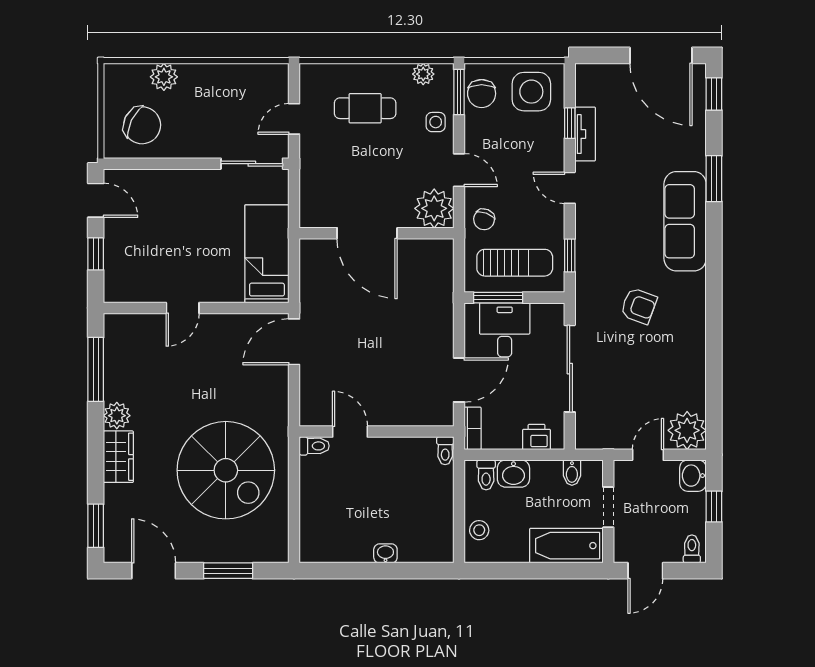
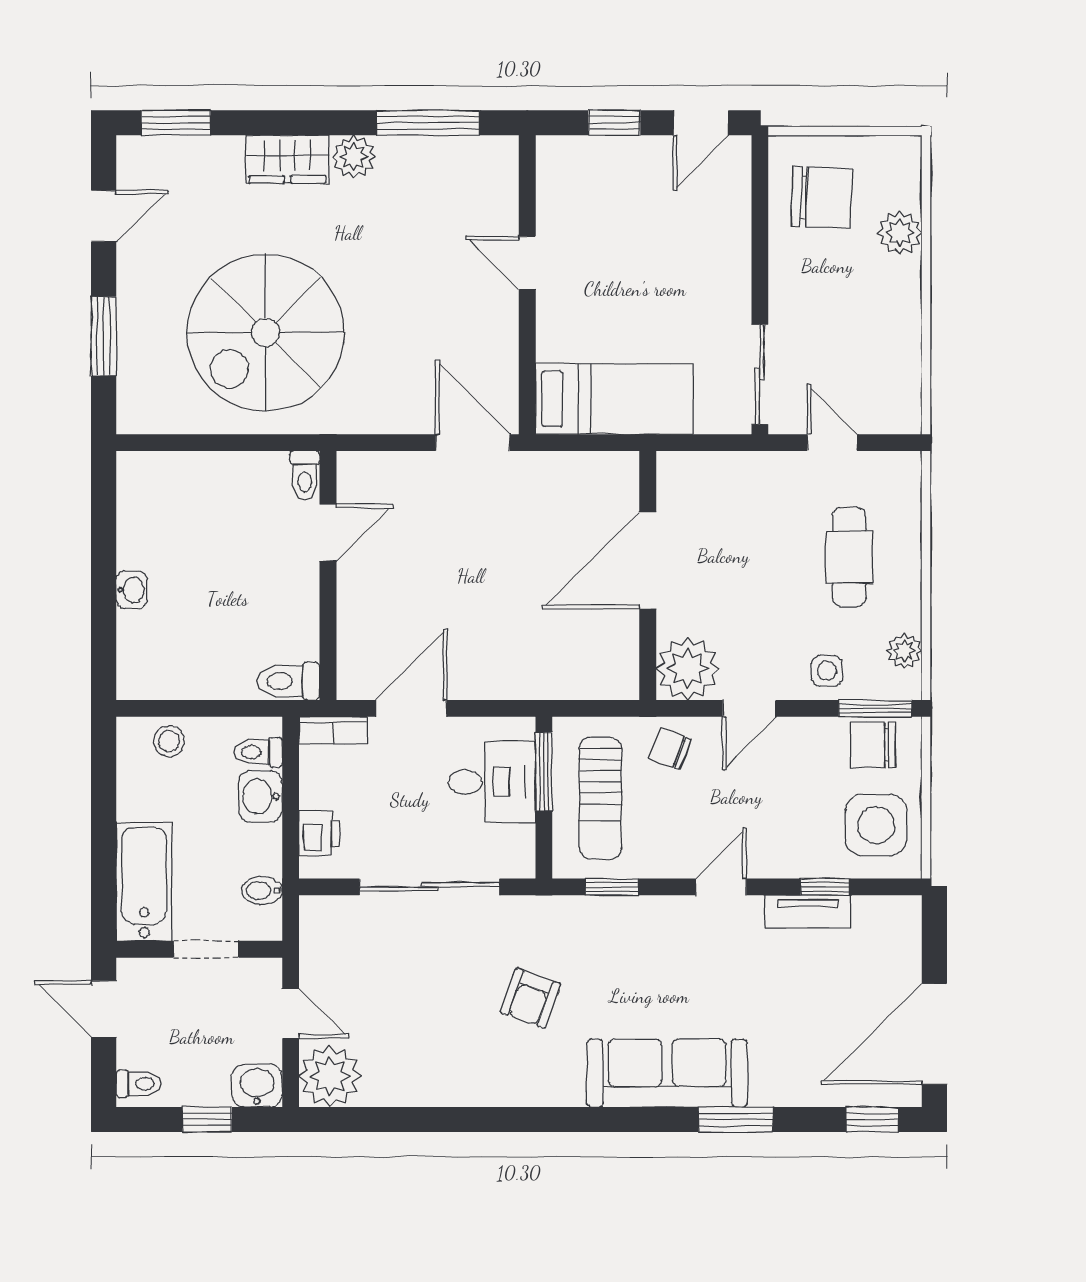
chair: (142, 125) -> (822, 198), turned -114
door: (459, 380) -> (411, 708), swing flipped
toilet: (445, 451) -> (288, 681), width x1.37, depth x1.39
door: (154, 571) -> (104, 216), width x0.73

